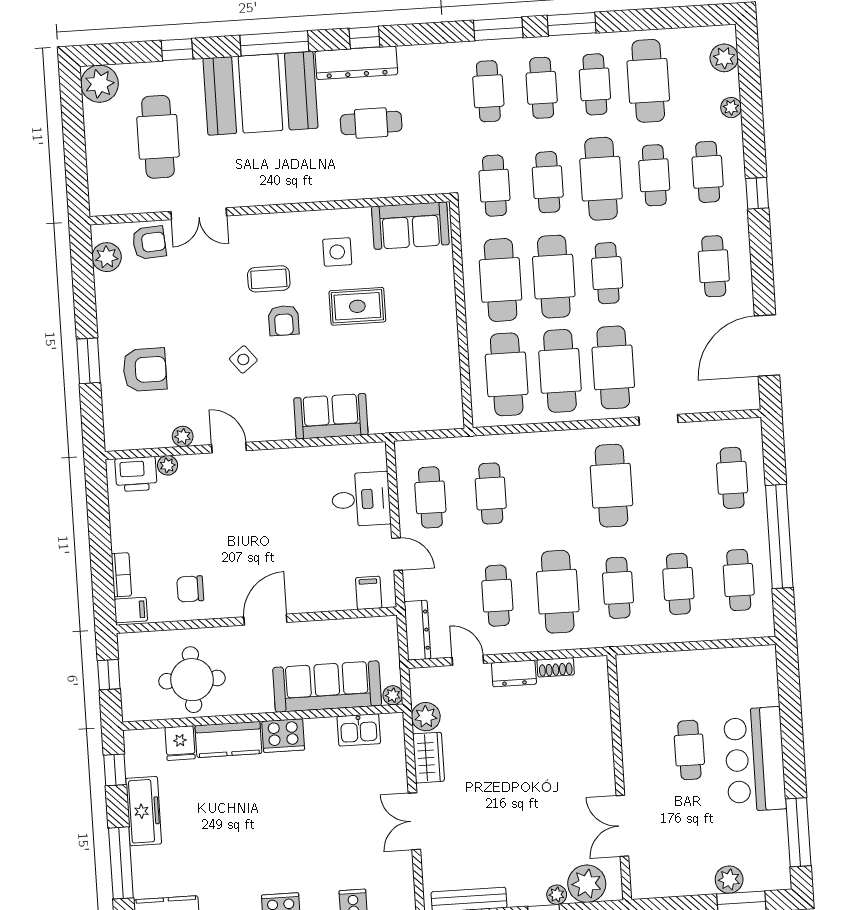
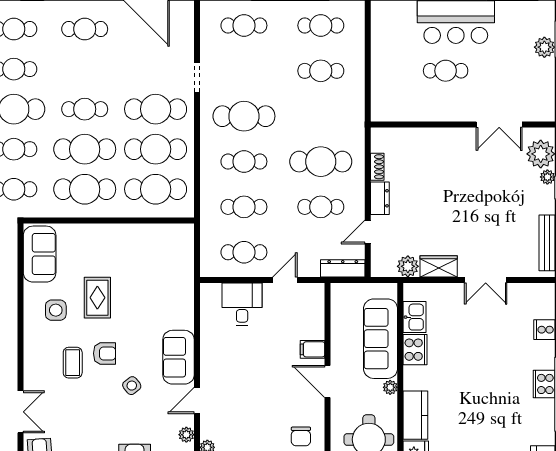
sofa: (331, 416) -> (179, 357), moved
cafe table: (618, 588) -> (244, 162), moved
filing cabinet: (369, 593) -> (312, 349), moved
plant: (393, 695) -> (390, 387), moved
cooker: (283, 736) -> (415, 350), moved

